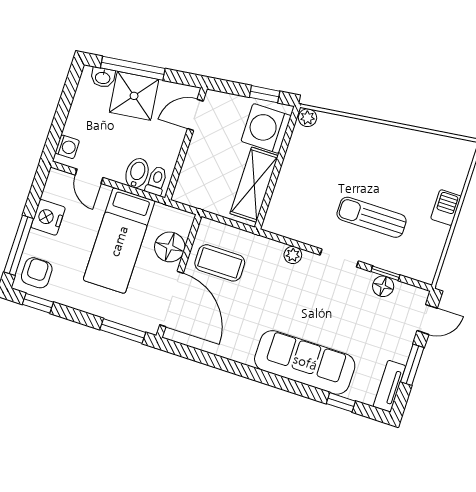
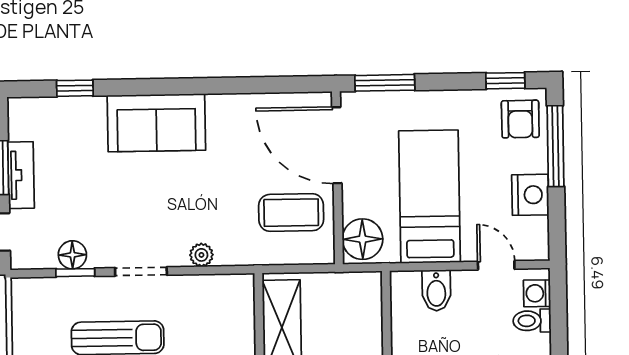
toilet: (156, 181) -> (532, 321), moved, turned 90
floor lamp: (170, 247) -> (362, 239), moved
sofa: (305, 362) -> (156, 123), width x0.73
tv unit: (389, 386) -> (21, 175), moved

